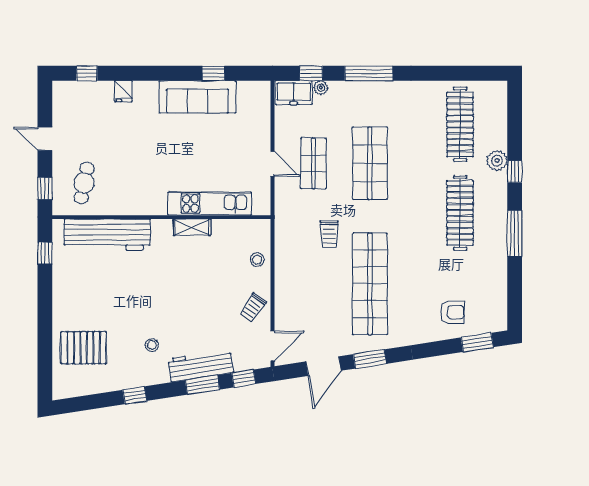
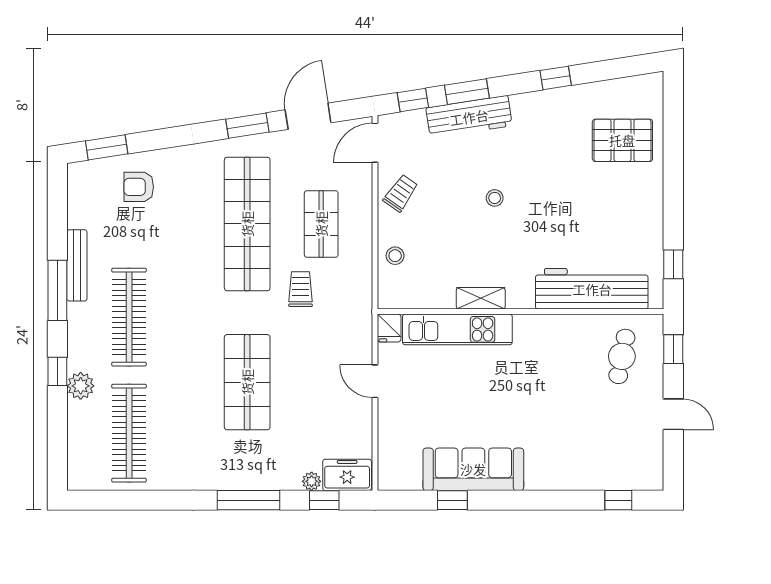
fridge: (123, 91) -> (389, 328), moved, turned 180
shop shelf: (313, 163) -> (321, 224), moved
bench: (500, 252) -> (77, 265), added
stool: (152, 345) -> (495, 198), moved

